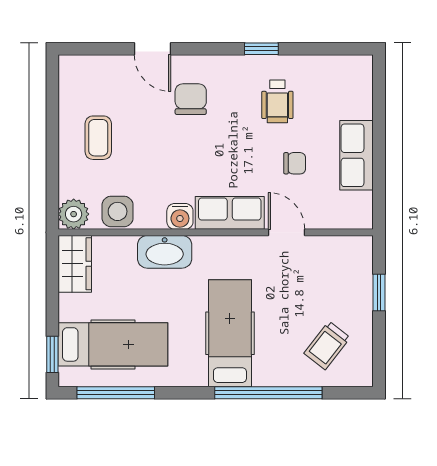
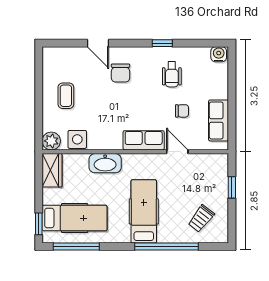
chair: (191, 99) -> (121, 73), turned 180
row of seats: (356, 155) -> (219, 120), moved
water cooler: (180, 216) -> (219, 54), moved, turned 180

